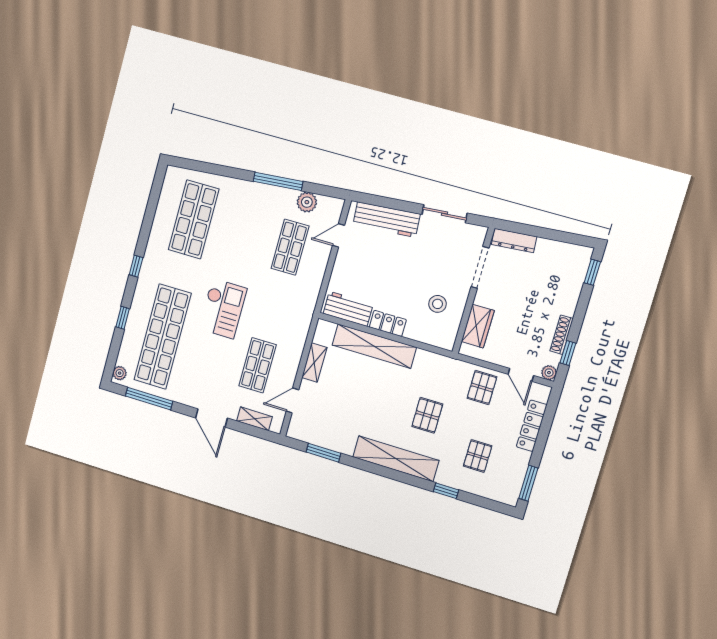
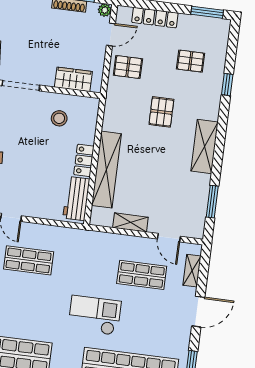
pallet: (427, 415) -> (161, 112), turned 90
shelving: (396, 459) -> (204, 147), width x0.68

